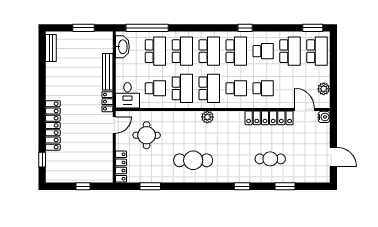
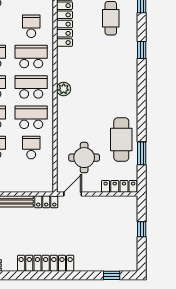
school desk: (236, 88) -> (31, 57), width x1.85
desk: (128, 95) -> (39, 179), removed
locker: (53, 125) -> (46, 263), moved
door: (114, 125) -> (73, 194), hinge flipped
cafe table: (193, 160) -> (121, 139), moved

